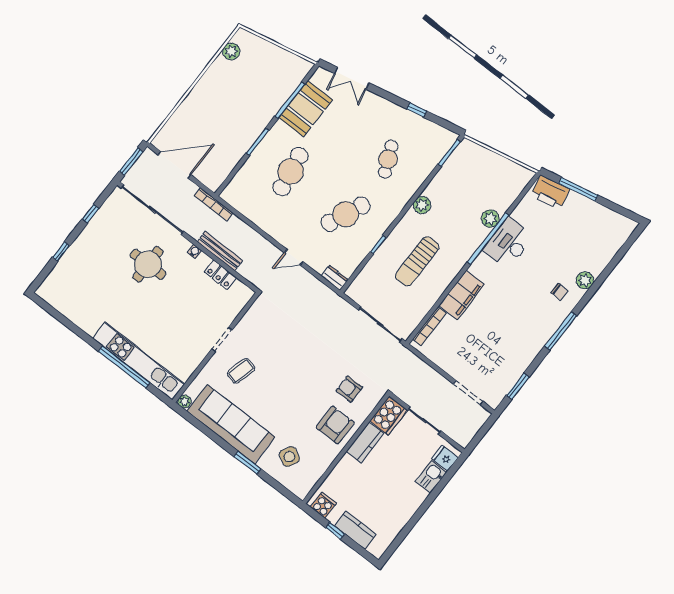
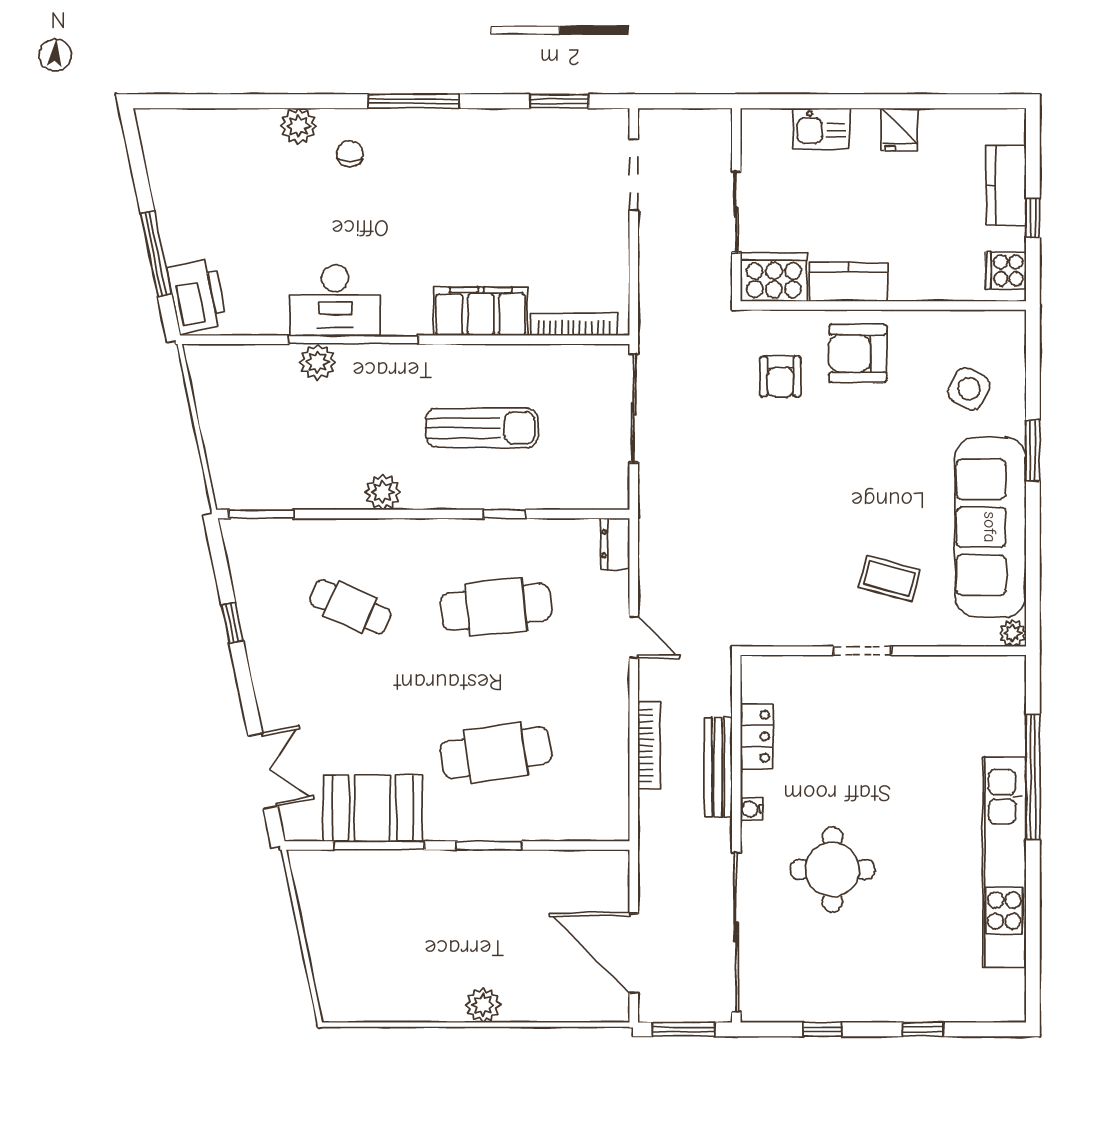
plant: (231, 51) -> (483, 1005), moved
cafe table: (388, 159) -> (350, 607), turned 48
bookcase: (213, 204) -> (649, 746), moved
cafe table: (346, 214) -> (496, 607), turned -30
kitchen unit: (139, 361) -> (1004, 862), moved
fridge: (445, 458) -> (900, 130), moved

